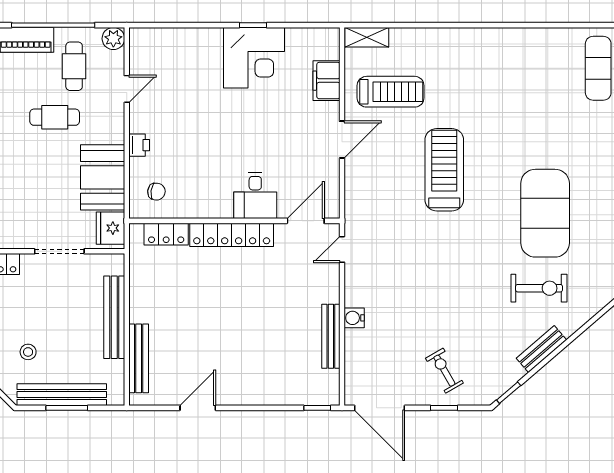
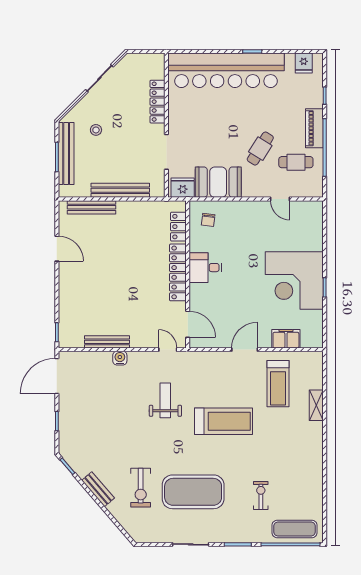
shelving: (367, 37) -> (316, 405), moved
plant: (113, 39) -> (315, 190), removed
corner desk: (254, 58) -> (294, 280), width x1.36, depth x1.36
cafe table: (55, 117) -> (260, 149), turned 32
door: (342, 140) -> (245, 350), swing flipped
printer: (139, 145) -> (241, 208), removed
desk: (255, 196) -> (205, 268), moved
weight bench: (414, 253) -> (165, 400), added
exercise bike: (444, 371) -> (261, 496), moved, turned -60

